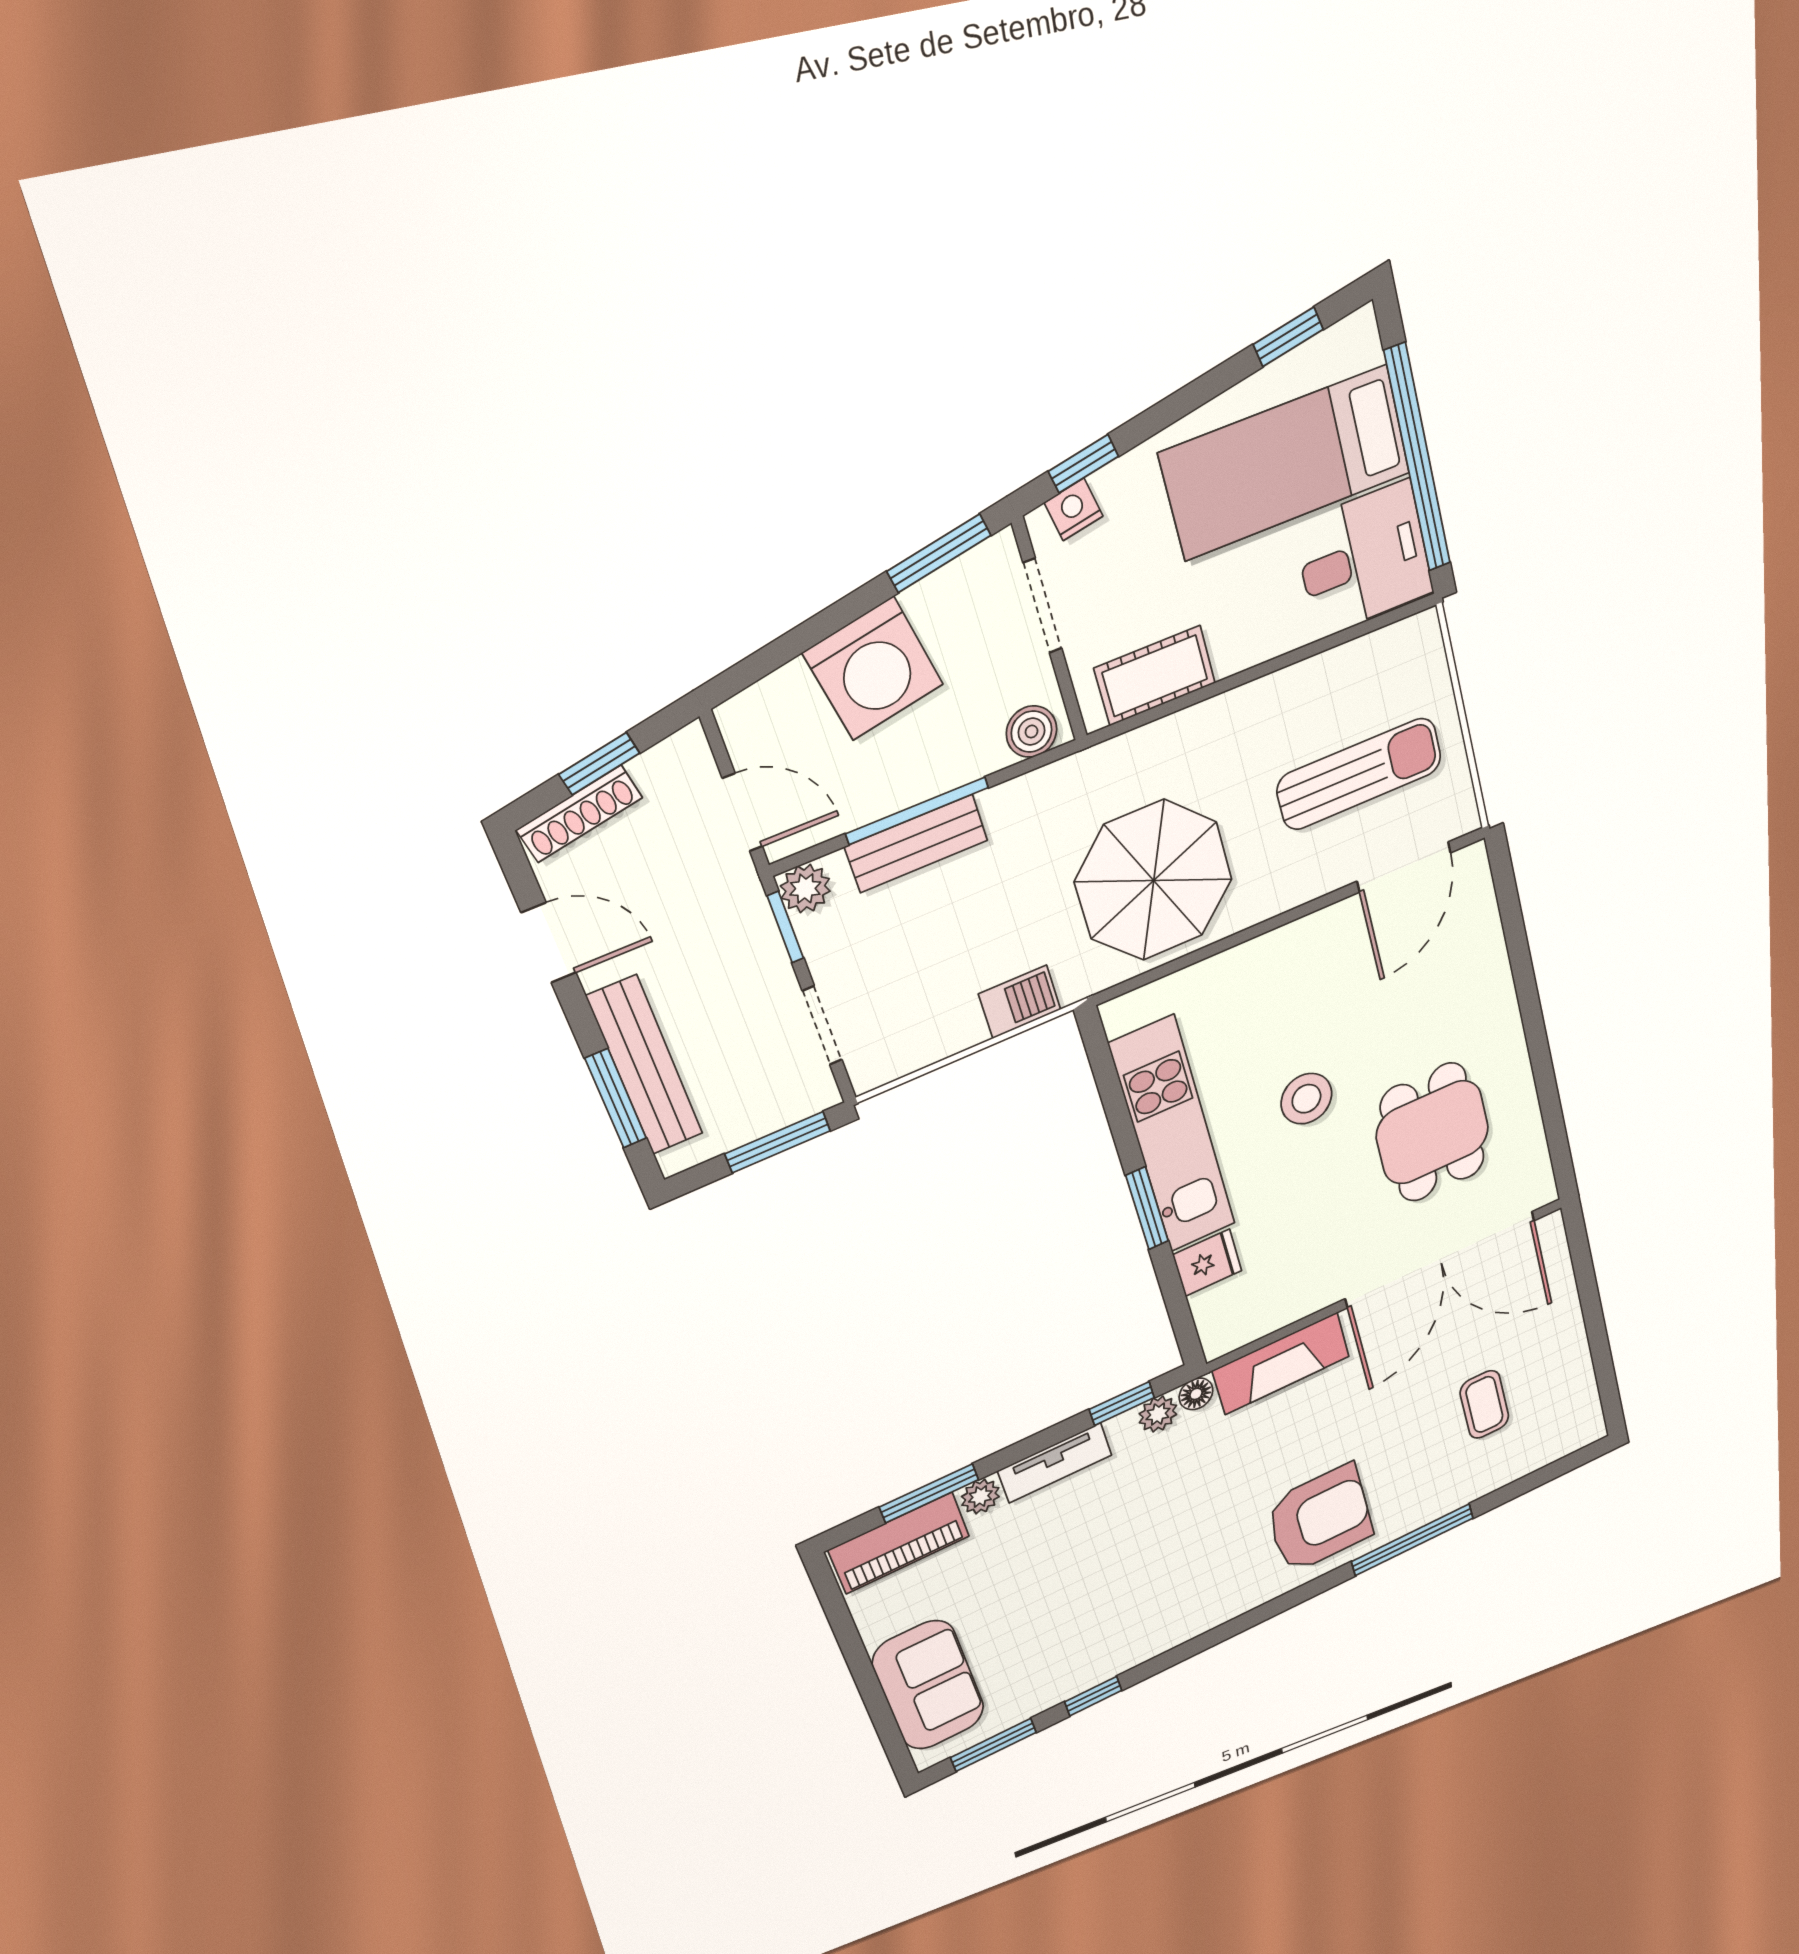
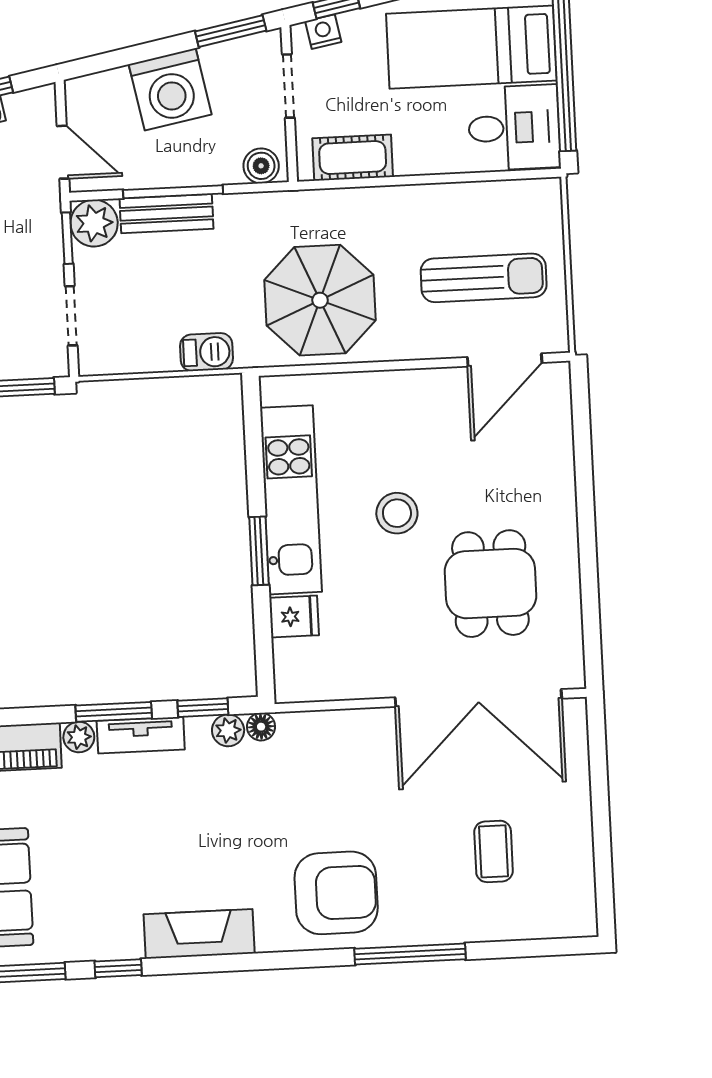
plant: (805, 889) -> (94, 223), width x1.38, depth x1.38
fireplace: (1281, 1364) -> (199, 934), moved, turned 180
window: (929, 1493) -> (114, 712), moved

